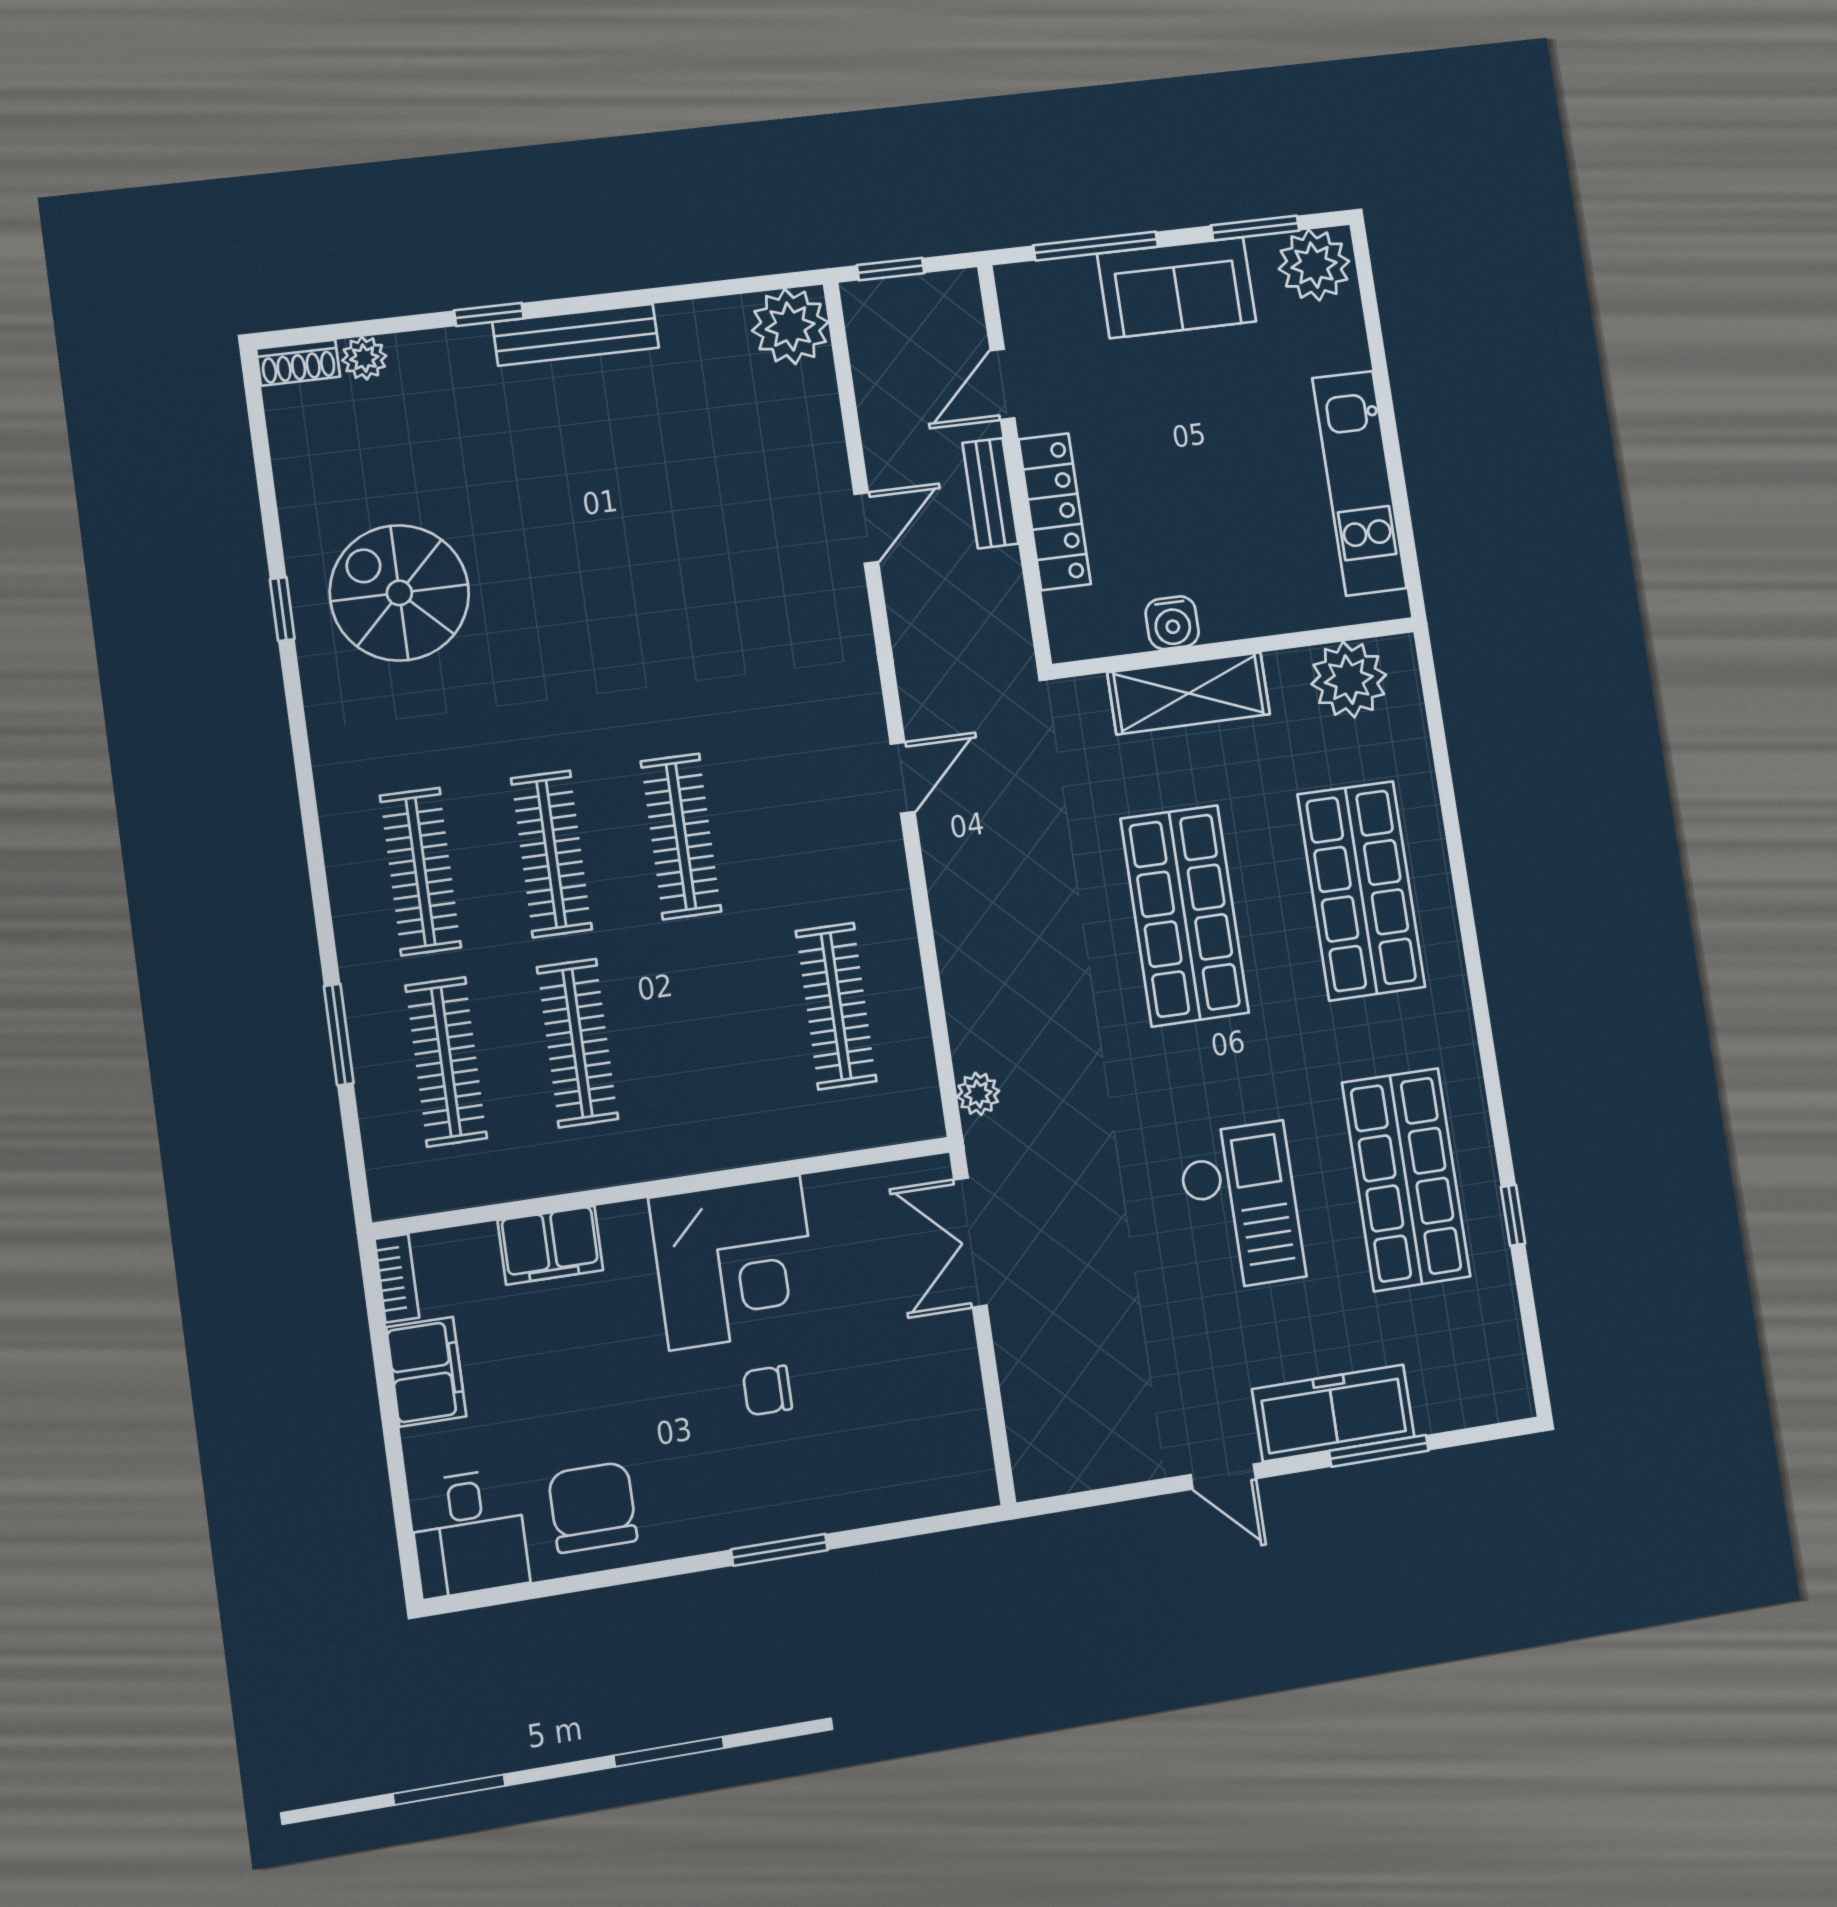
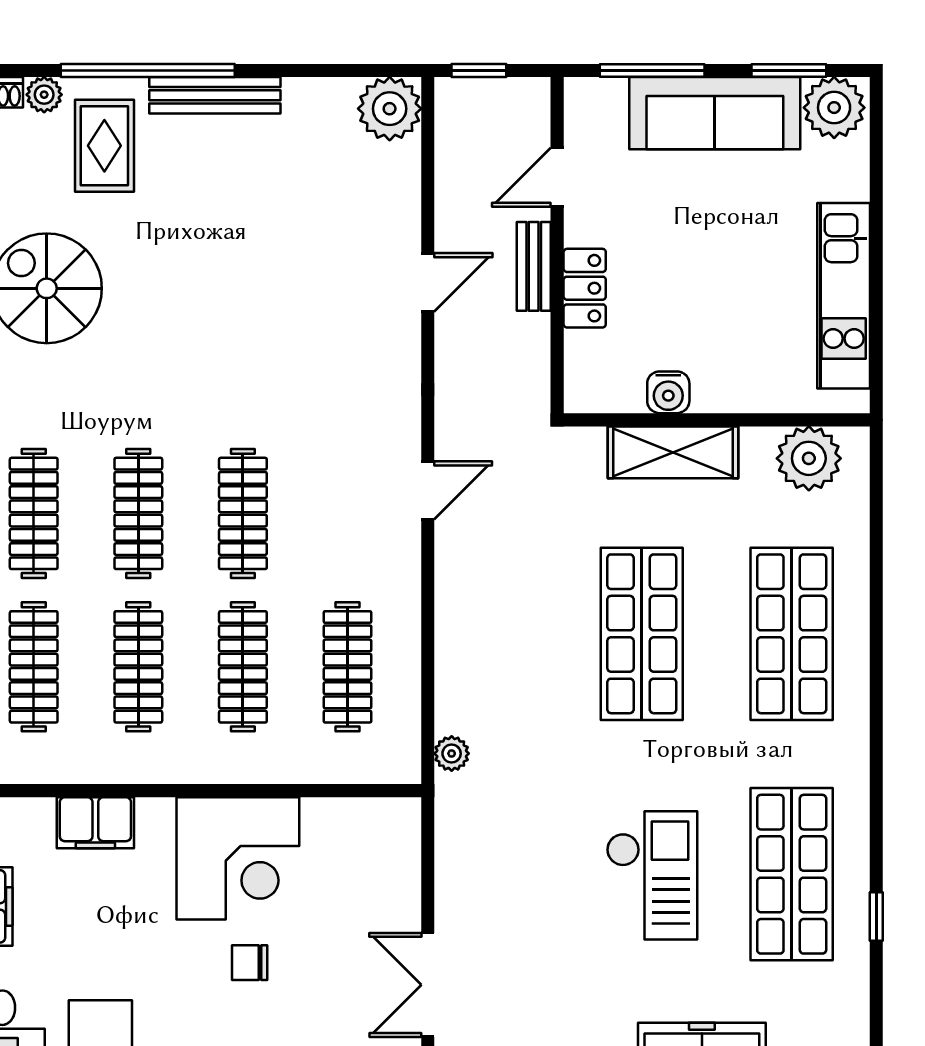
sofa: (1177, 288) -> (715, 113), width x1.36
window: (489, 314) -> (148, 70), width x3.17
rug: (448, 411) -> (104, 146), added
locker: (1055, 512) -> (585, 288), width x0.66
clothes rail: (707, 1024) -> (243, 667), added
double door: (970, 1243) -> (428, 985), moved

